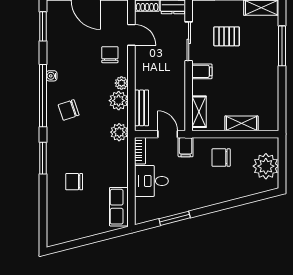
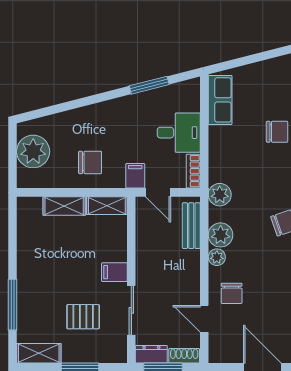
shelving: (199, 112) -> (107, 206), moved, turned 90

